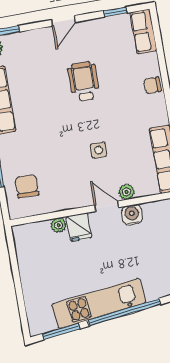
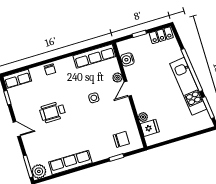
chair: (27, 186) -> (121, 139), turned 180
water cooler: (132, 215) -> (127, 59), moved
fridge: (79, 227) -> (150, 128), moved

